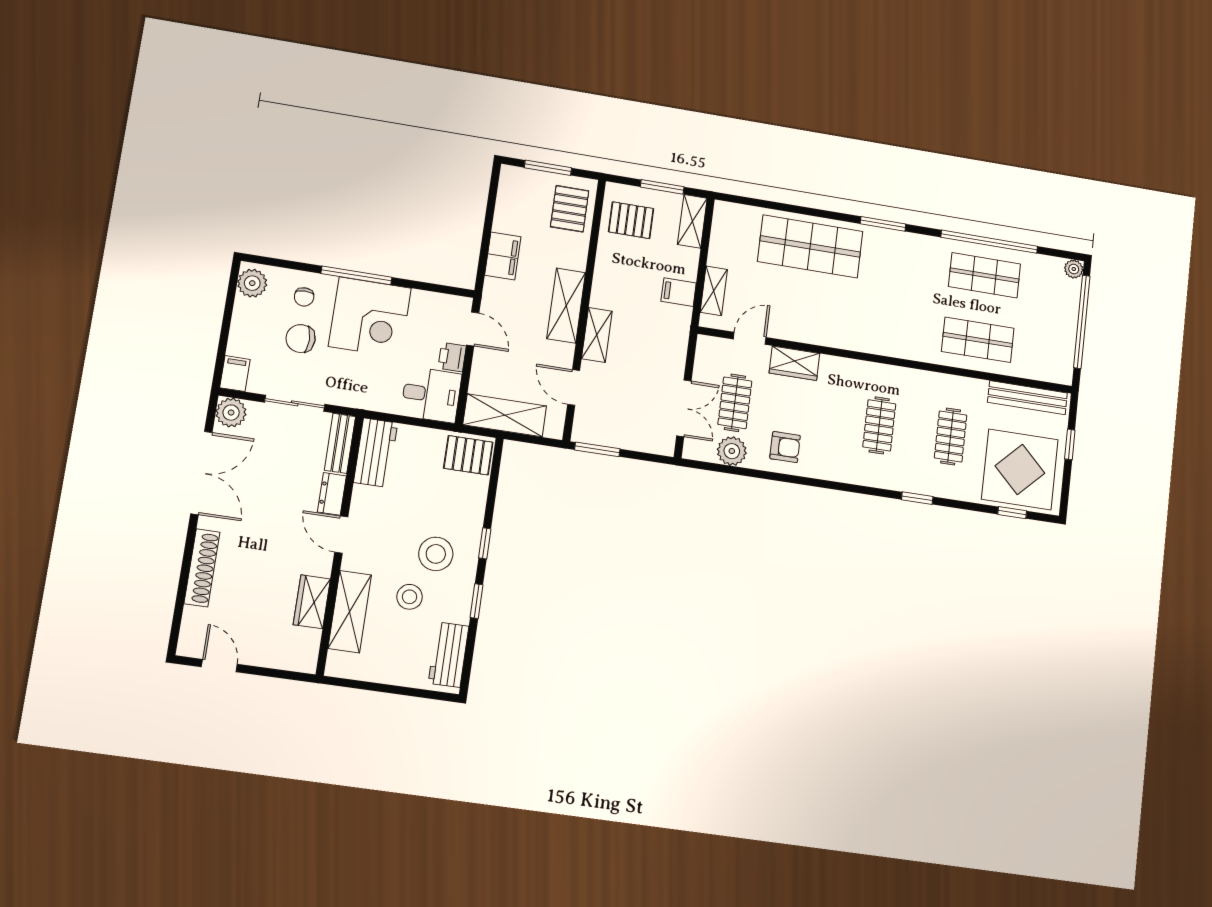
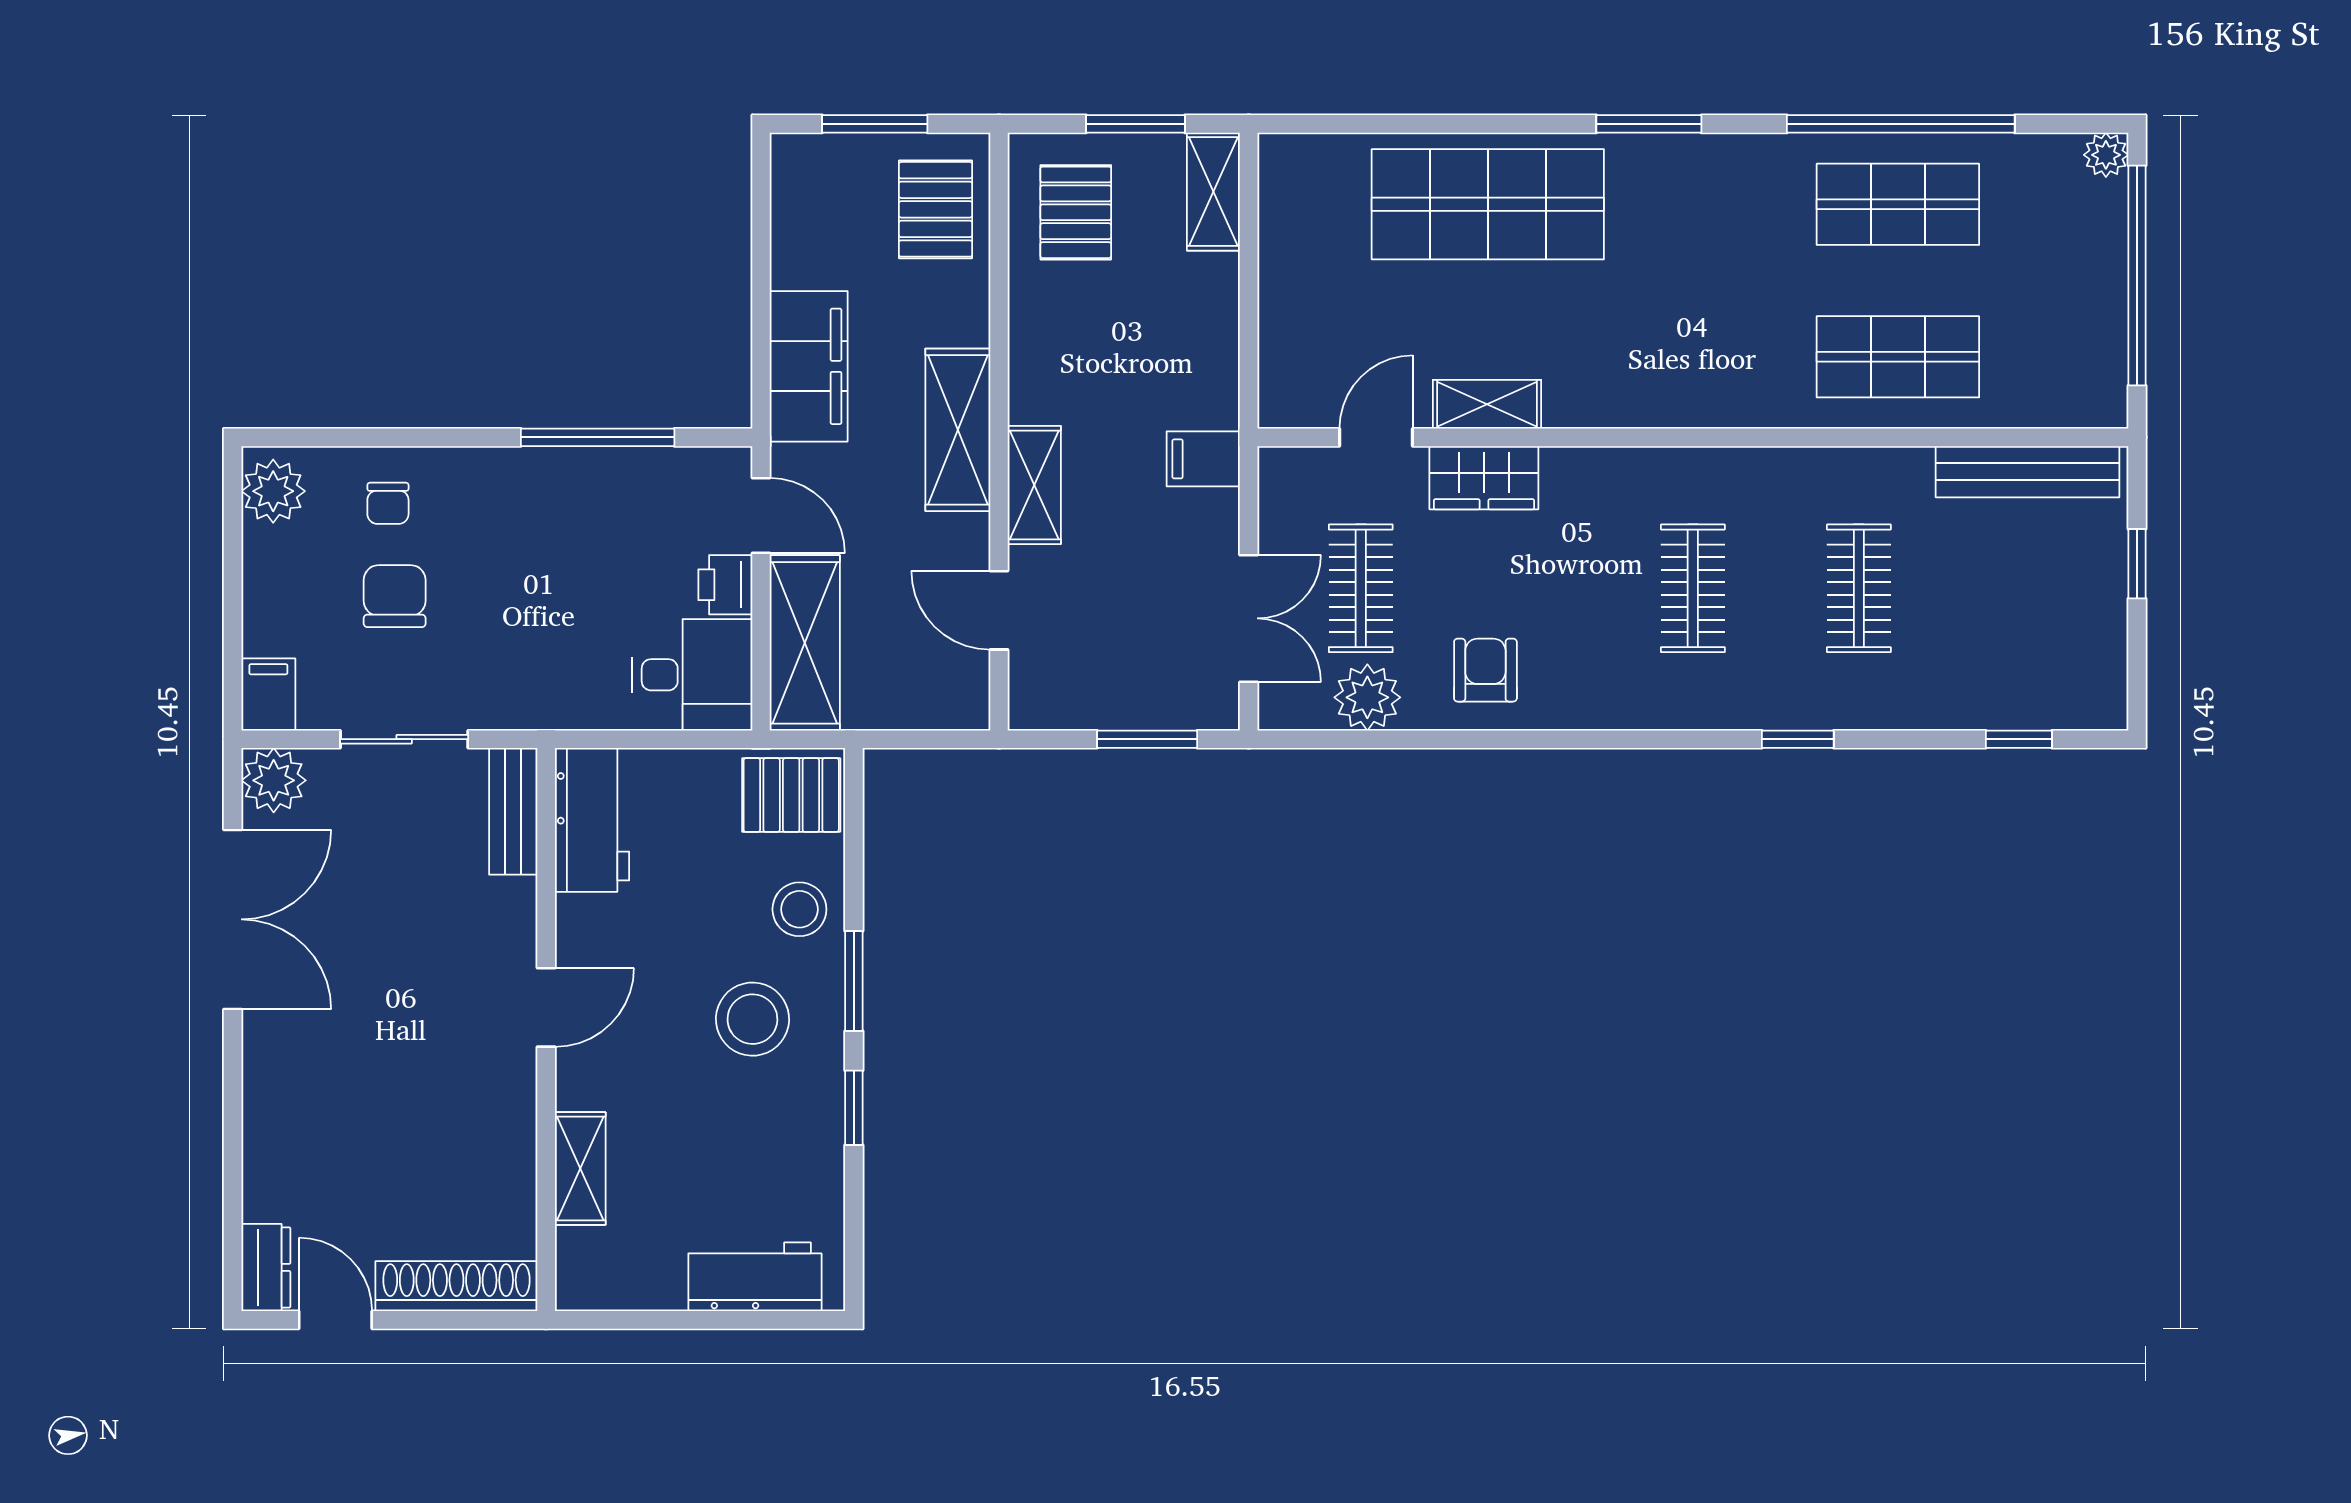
pallet: (631, 220) -> (1076, 212), turned 90
filing cabinet: (503, 256) -> (809, 366), width x1.50, depth x1.17
window: (356, 275) -> (598, 437), moved
shelving: (714, 291) -> (1487, 404), moved, turned 90
filing cabinet: (679, 292) -> (1203, 459), moved
corner desk: (370, 317) -> (535, 525), removed
chair: (301, 339) -> (395, 596), turned 90
shelving: (505, 415) -> (805, 643), moved, turned 90
armchair: (785, 447) -> (1485, 670), turned -90
window: (597, 449) -> (1147, 739), moved
display table: (1020, 469) -> (2027, 639), removed
dresser: (332, 494) -> (266, 1267), moved, turned 180
door: (341, 535) -> (546, 1007), swing flipped
window: (485, 543) -> (854, 981), width x1.50
shoe rack: (202, 568) -> (456, 1286), moved, turned -90
stool: (410, 597) -> (799, 909), moved
wardrobe: (312, 602) -> (506, 1159), removed
shelving: (350, 612) -> (580, 1169), width x0.67, depth x0.75
workbench: (449, 655) -> (755, 1277), moved, turned 90

